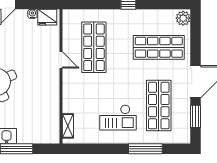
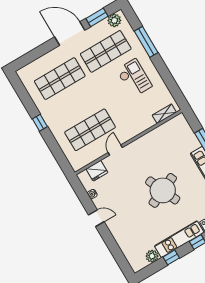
fridge: (47, 17) -> (97, 171), moved, turned 90
plant: (183, 18) -> (114, 20), moved
shop shelf: (159, 47) -> (60, 79), turned 90

